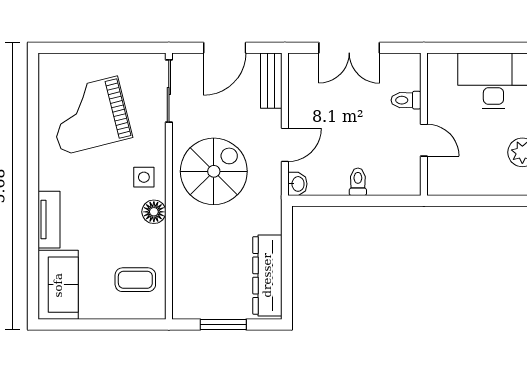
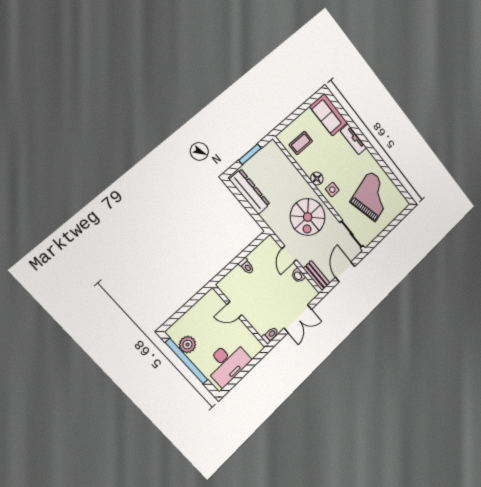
double door: (349, 48) -> (298, 319), swing flipped
toilet: (406, 100) -> (270, 335), moved
washbasin: (297, 184) -> (298, 276), moved

